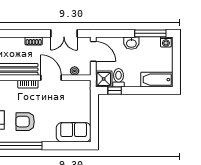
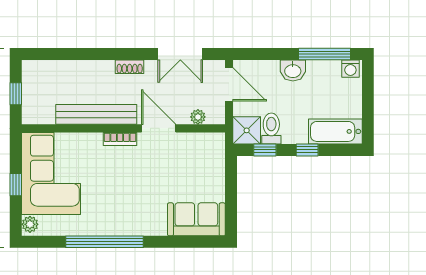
window: (140, 91) -> (307, 150), added
armchair: (25, 122) -> (115, 202), removed

